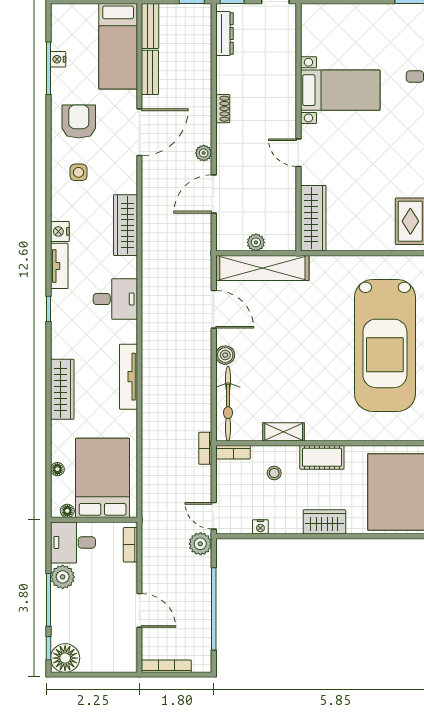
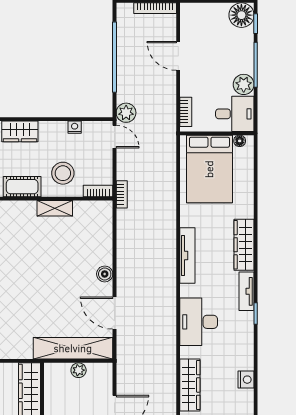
tv unit: (59, 266) -> (246, 291), moved
desk: (115, 299) -> (199, 322), width x1.37
bicycle: (228, 404) -> (102, 232), removed
floor lamp: (57, 469) -> (248, 176), removed
stool: (274, 473) -> (63, 173), width x1.89, depth x1.89

